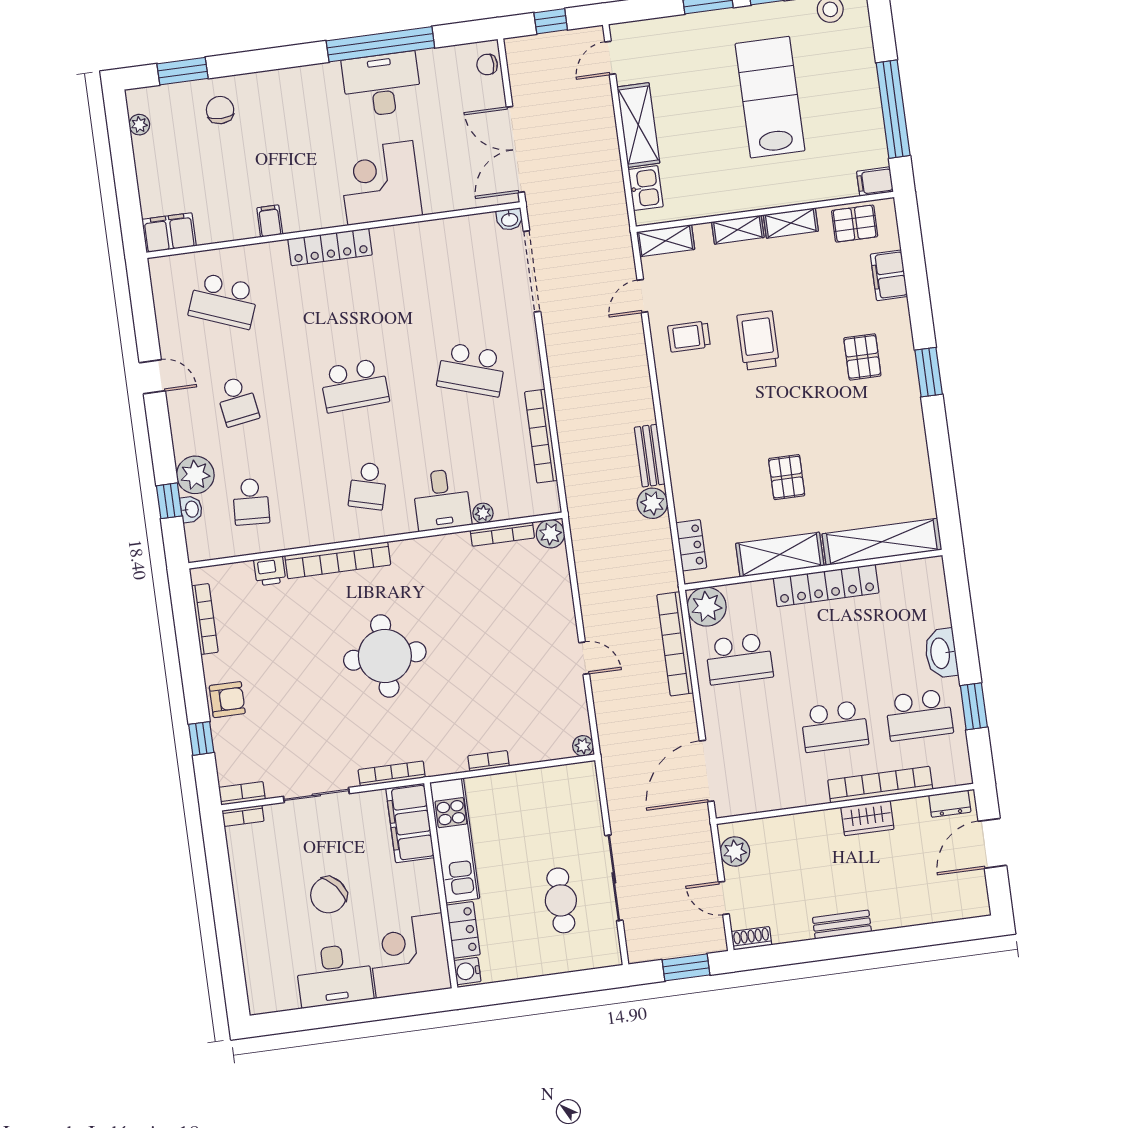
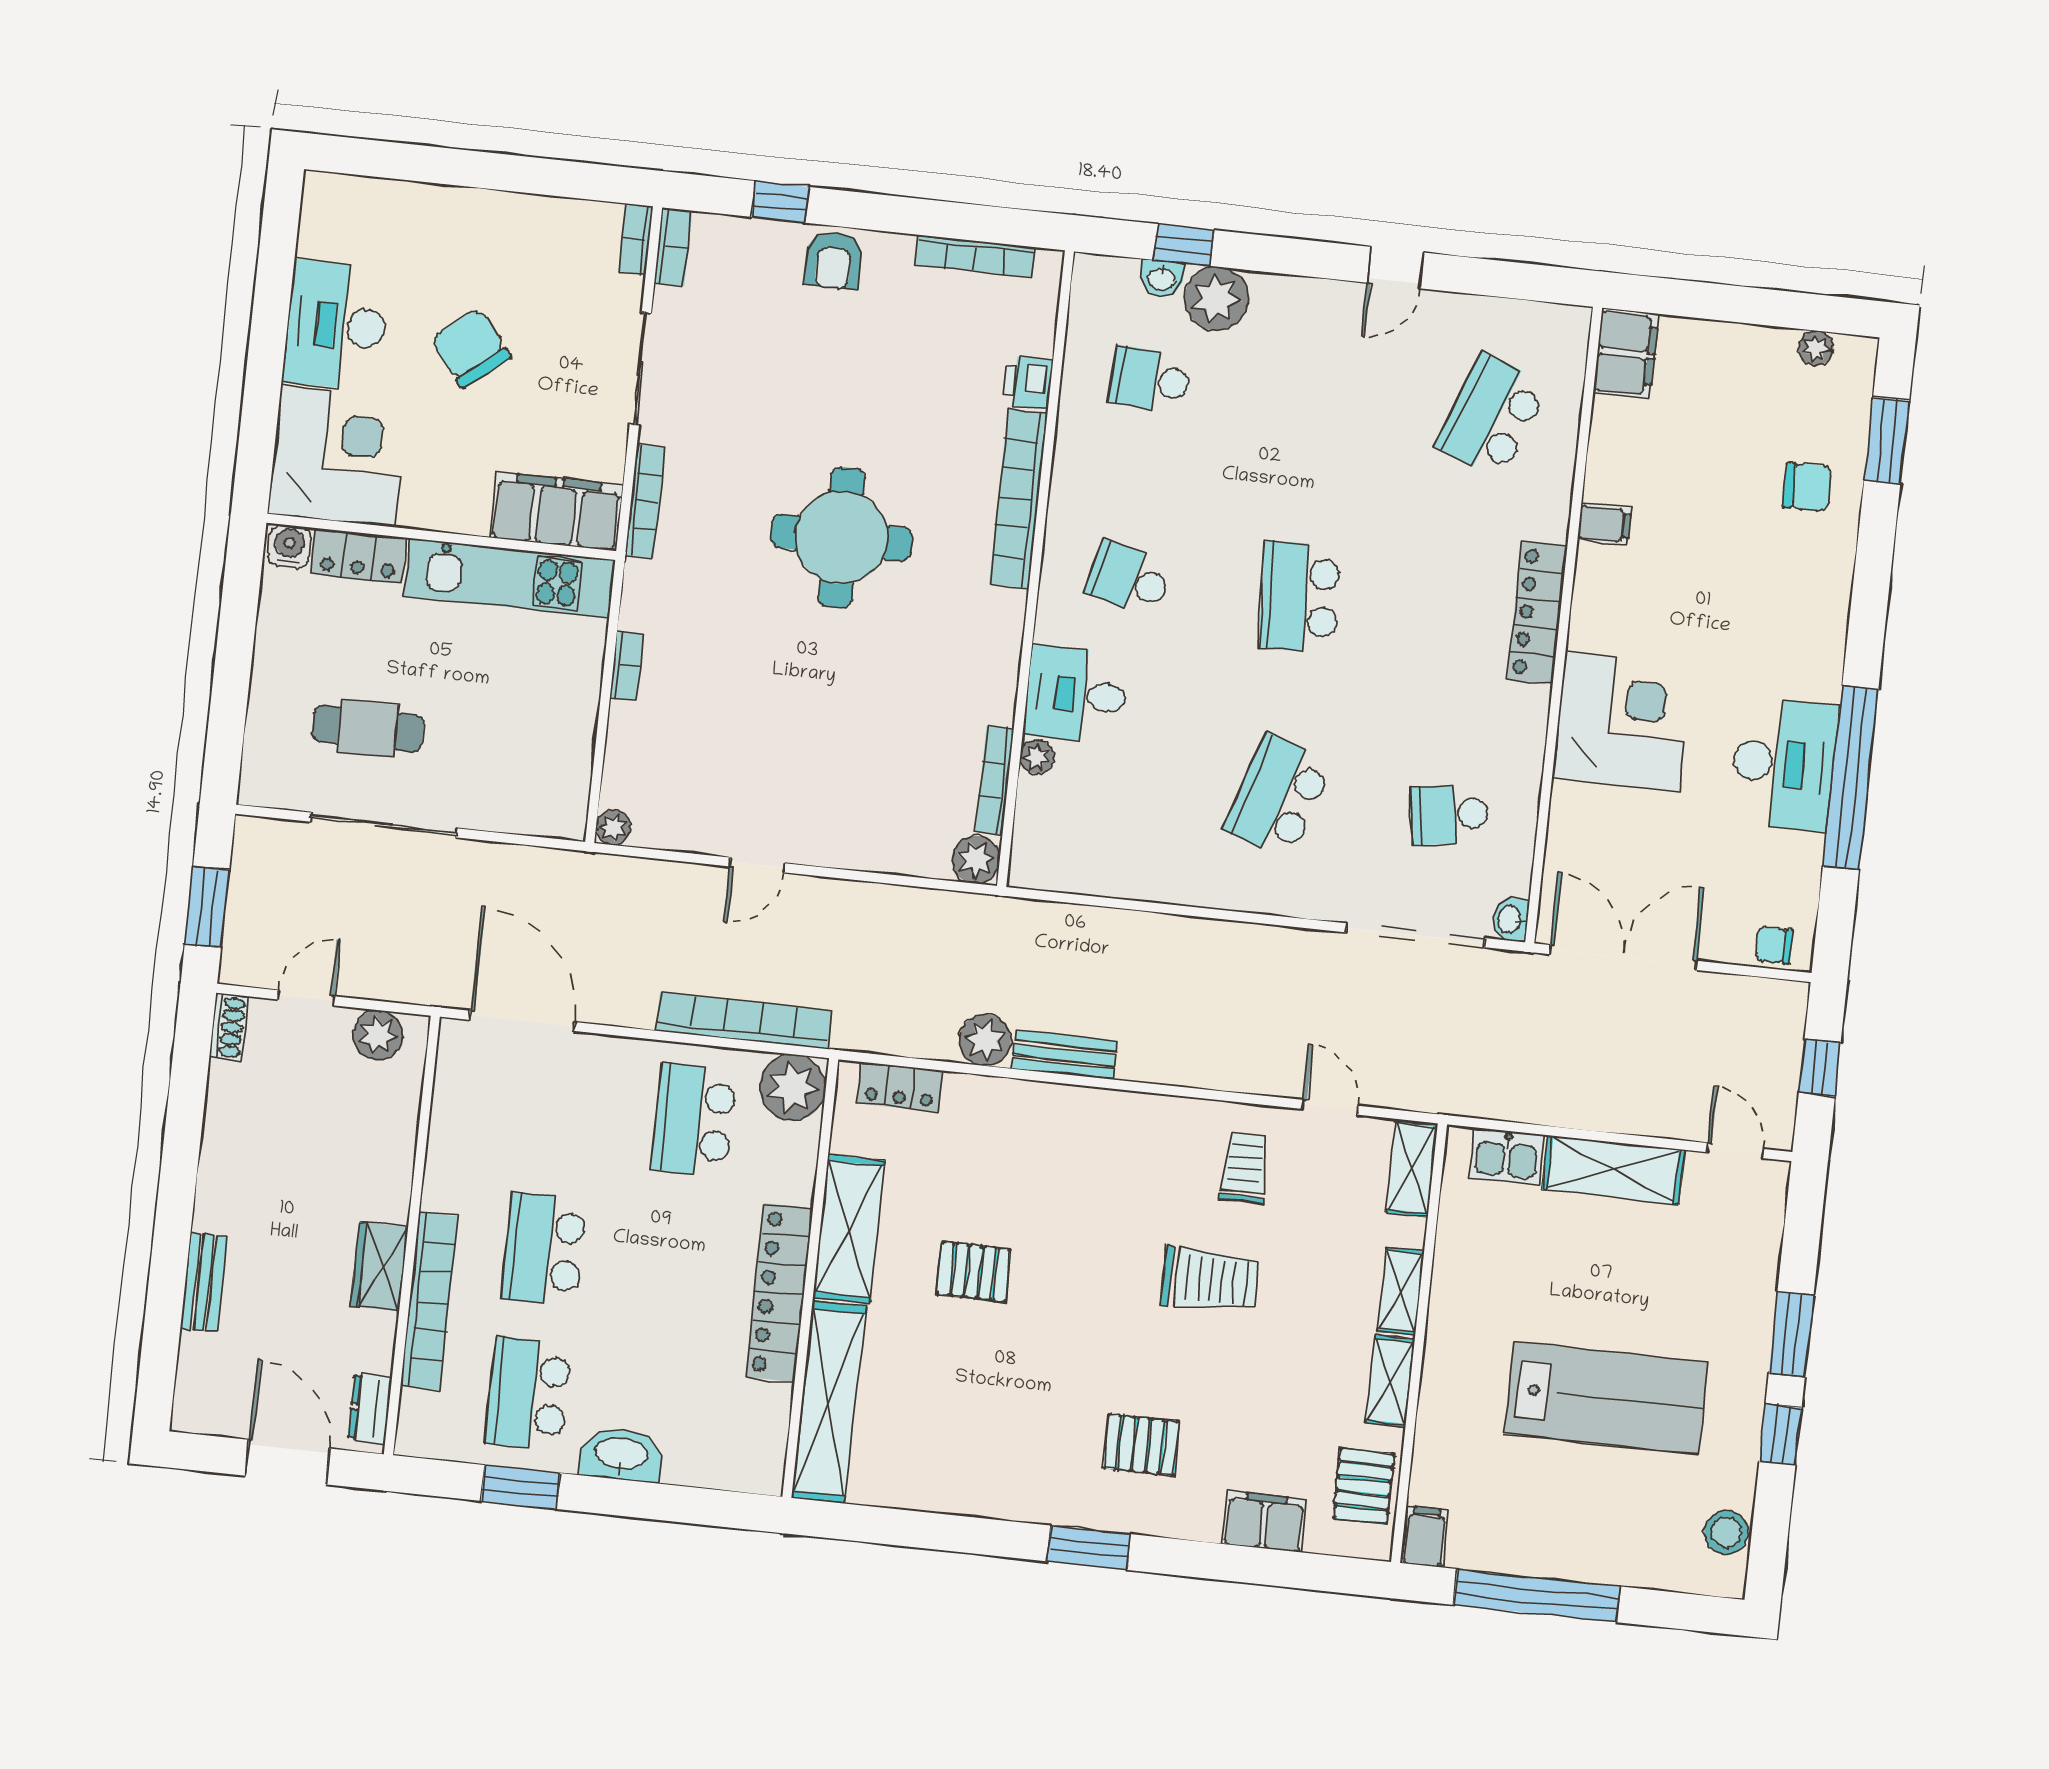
chair: (487, 64) -> (1774, 945), turned -90
school desk: (237, 401) -> (1449, 814), moved
bookcase: (541, 436) -> (1140, 884), removed
bench: (842, 925) -> (204, 1282), moved

